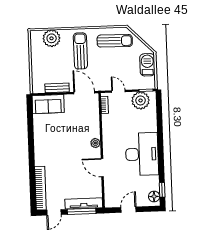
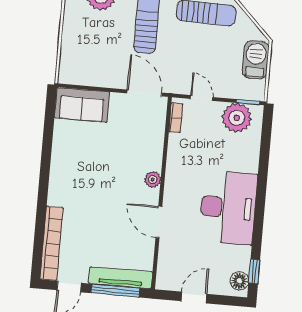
bench: (57, 88) -> (100, 79), removed

